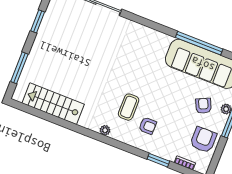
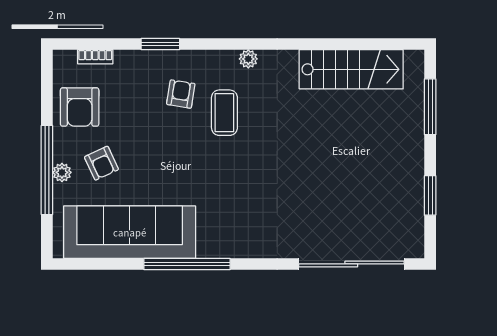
window: (199, 43) -> (187, 264), moved
armchair: (148, 126) -> (181, 94), turned 99
window: (158, 160) -> (160, 44), moved

